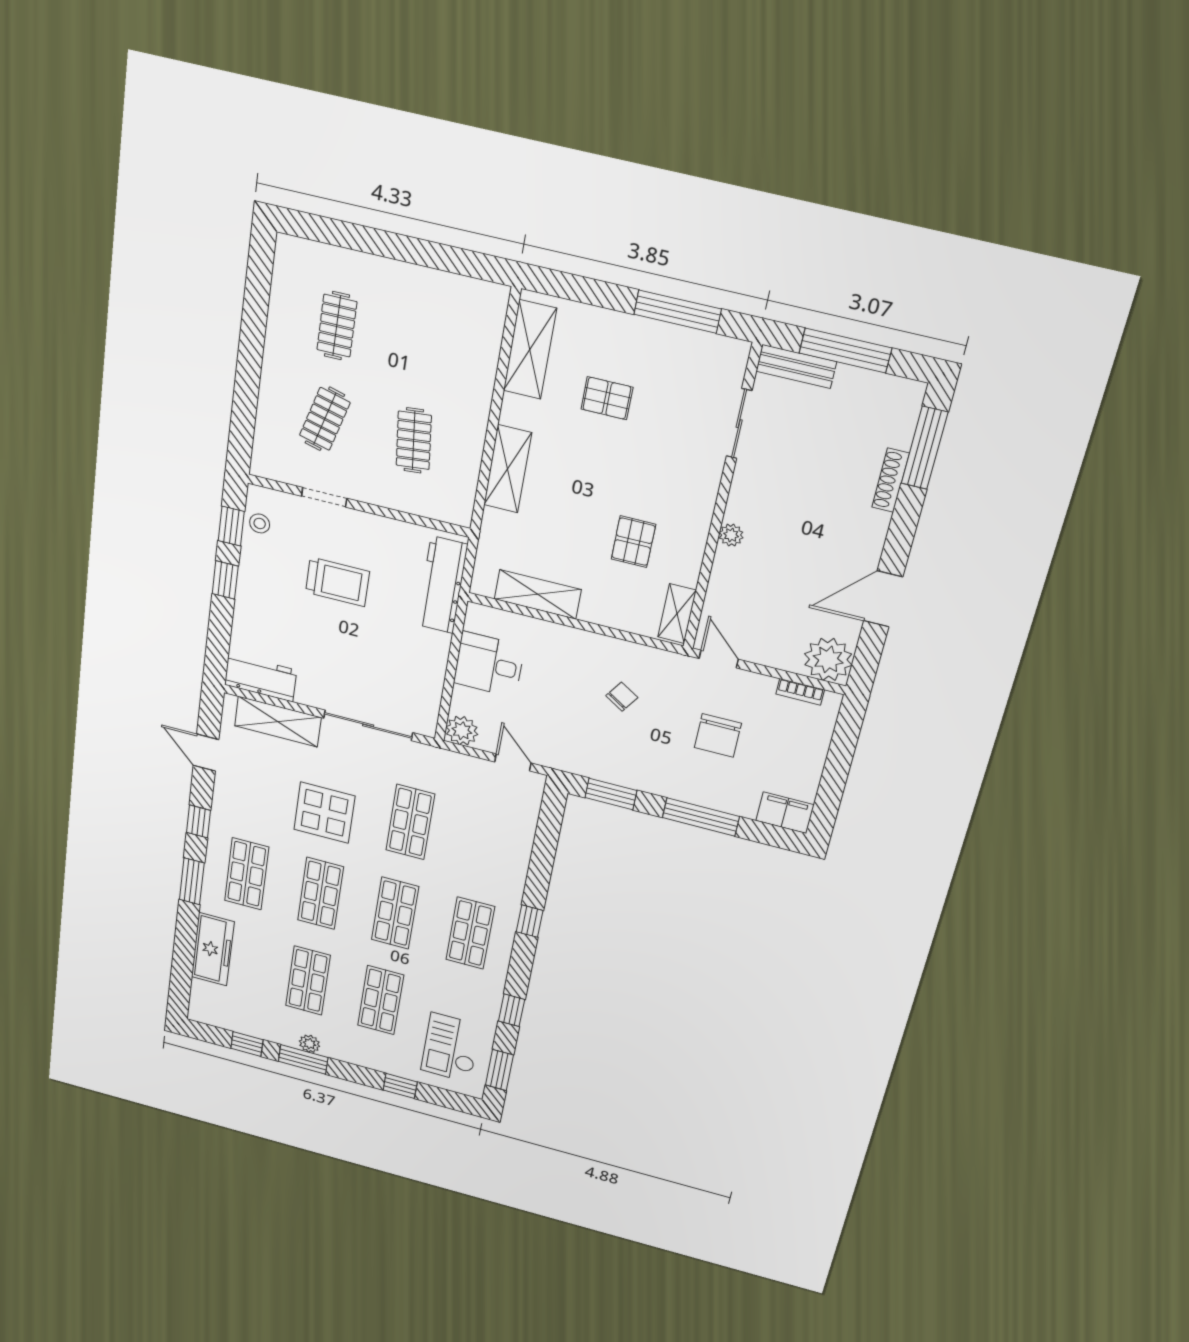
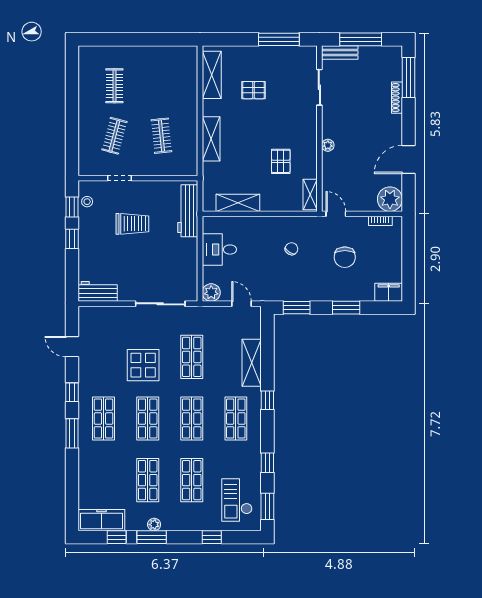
shelving: (278, 722) -> (252, 363), moved, turned 90
window: (701, 817) -> (346, 308), width x0.69
freezer: (213, 949) -> (101, 520), moved, turned -90

